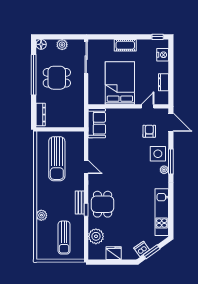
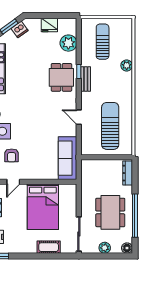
cot: (125, 45) -> (49, 247), moved
dining table: (57, 78) -> (110, 212), width x1.38
sofa: (97, 123) -> (68, 158), width x1.36

